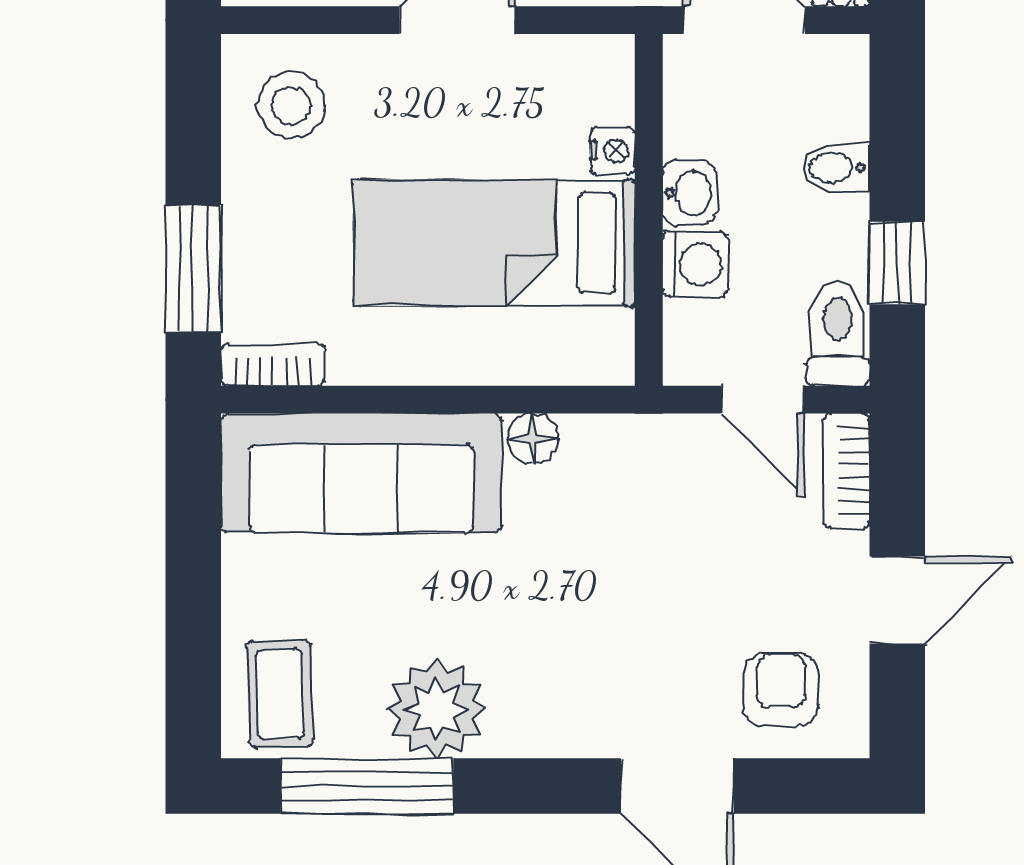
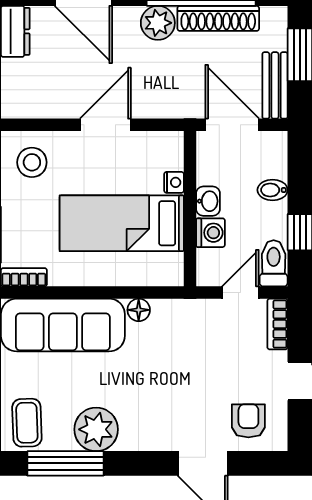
door: (763, 400) -> (240, 293), swing flipped

